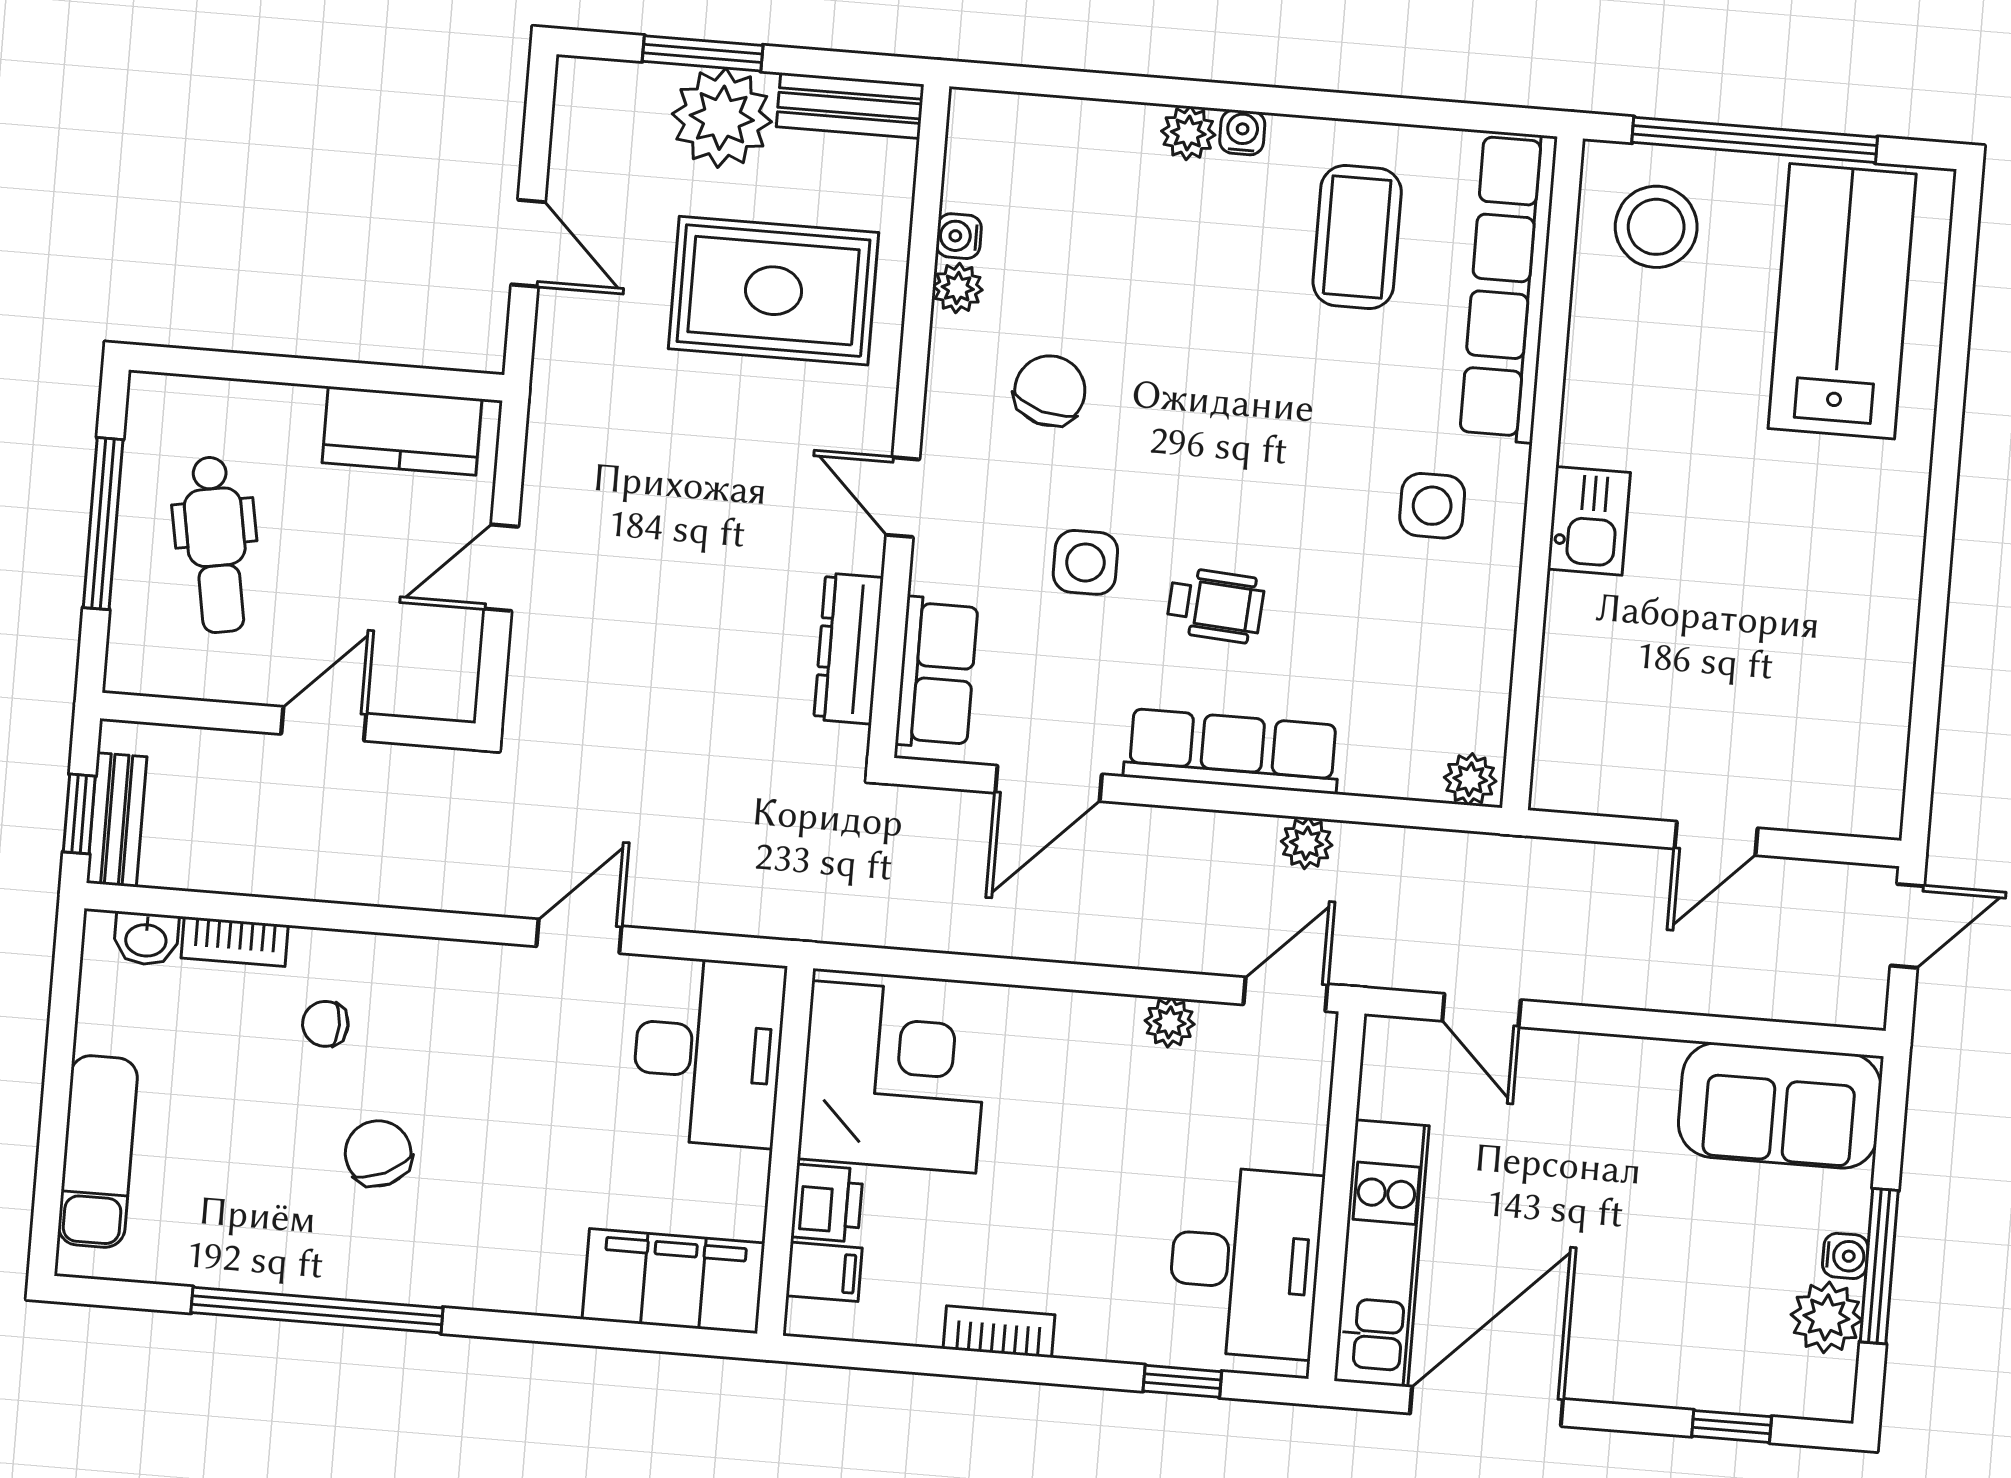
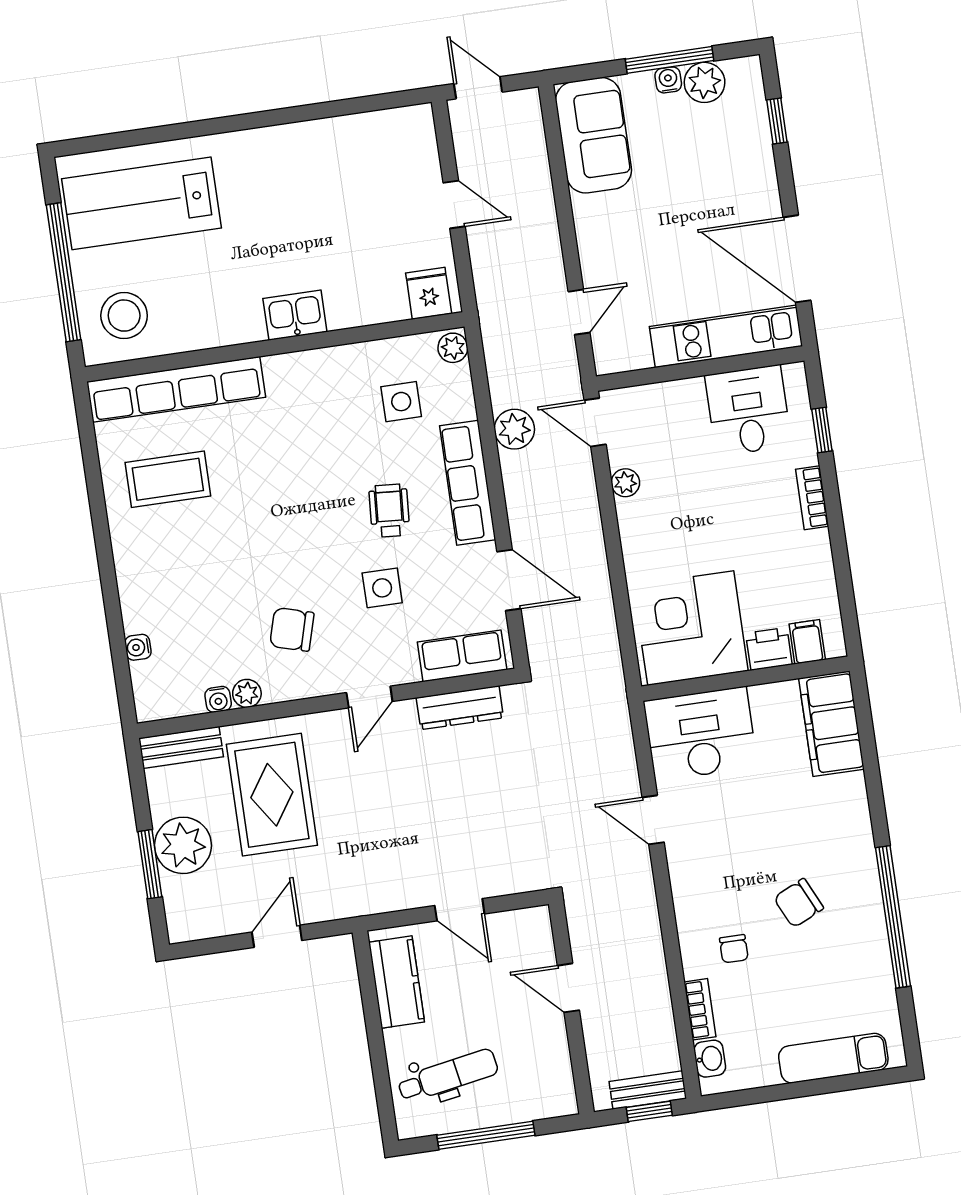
bench: (850, 106) -> (181, 747), moved, turned 90
water cooler: (1242, 132) -> (138, 647), moved
plant: (1188, 133) -> (132, 586), removed
side table: (1432, 506) -> (401, 402), moved
dental chair: (216, 545) -> (448, 1076), moved
fridge: (1574, 759) -> (429, 293), added
plant: (1307, 843) -> (514, 429), width x1.38, depth x1.38
desk: (1245, 1262) -> (748, 410), width x0.73
bookcase: (999, 1332) -> (812, 498), moved

